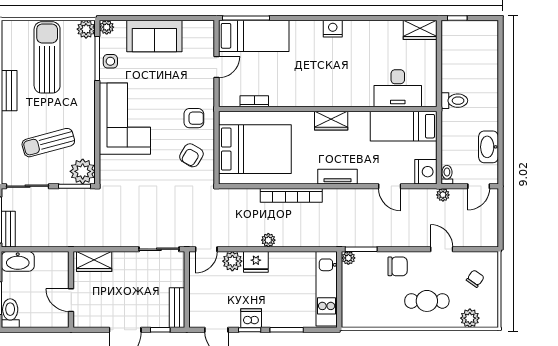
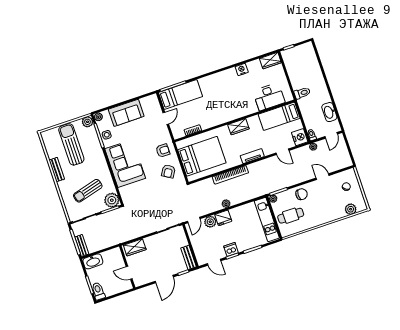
nightstand: (333, 29) -> (242, 69), moved
cafe table: (427, 301) -> (291, 216), moved

